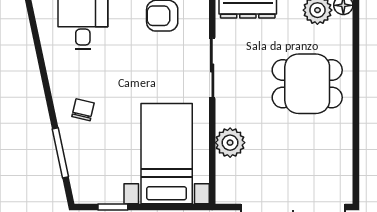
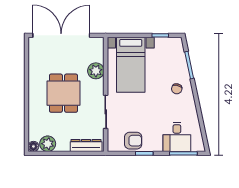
dining table: (307, 84) -> (63, 93), moved, turned 90

